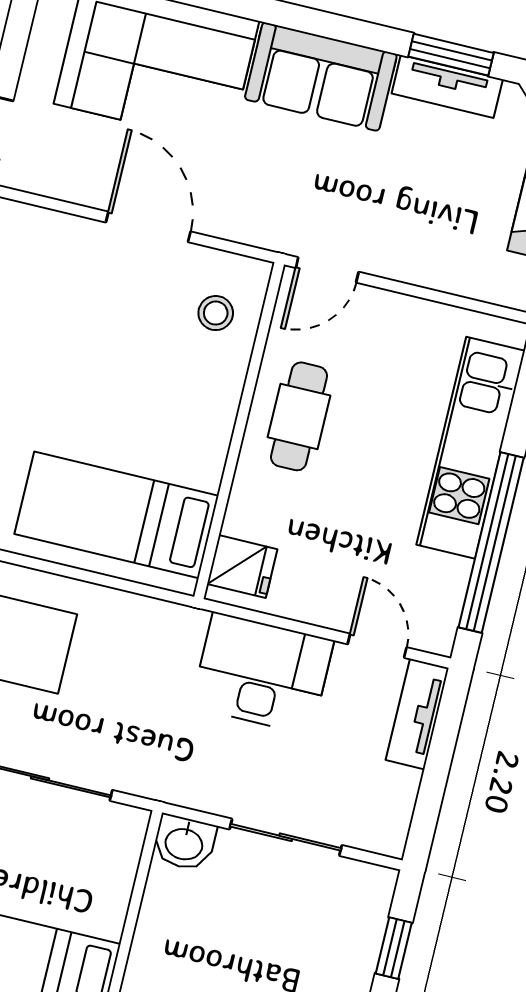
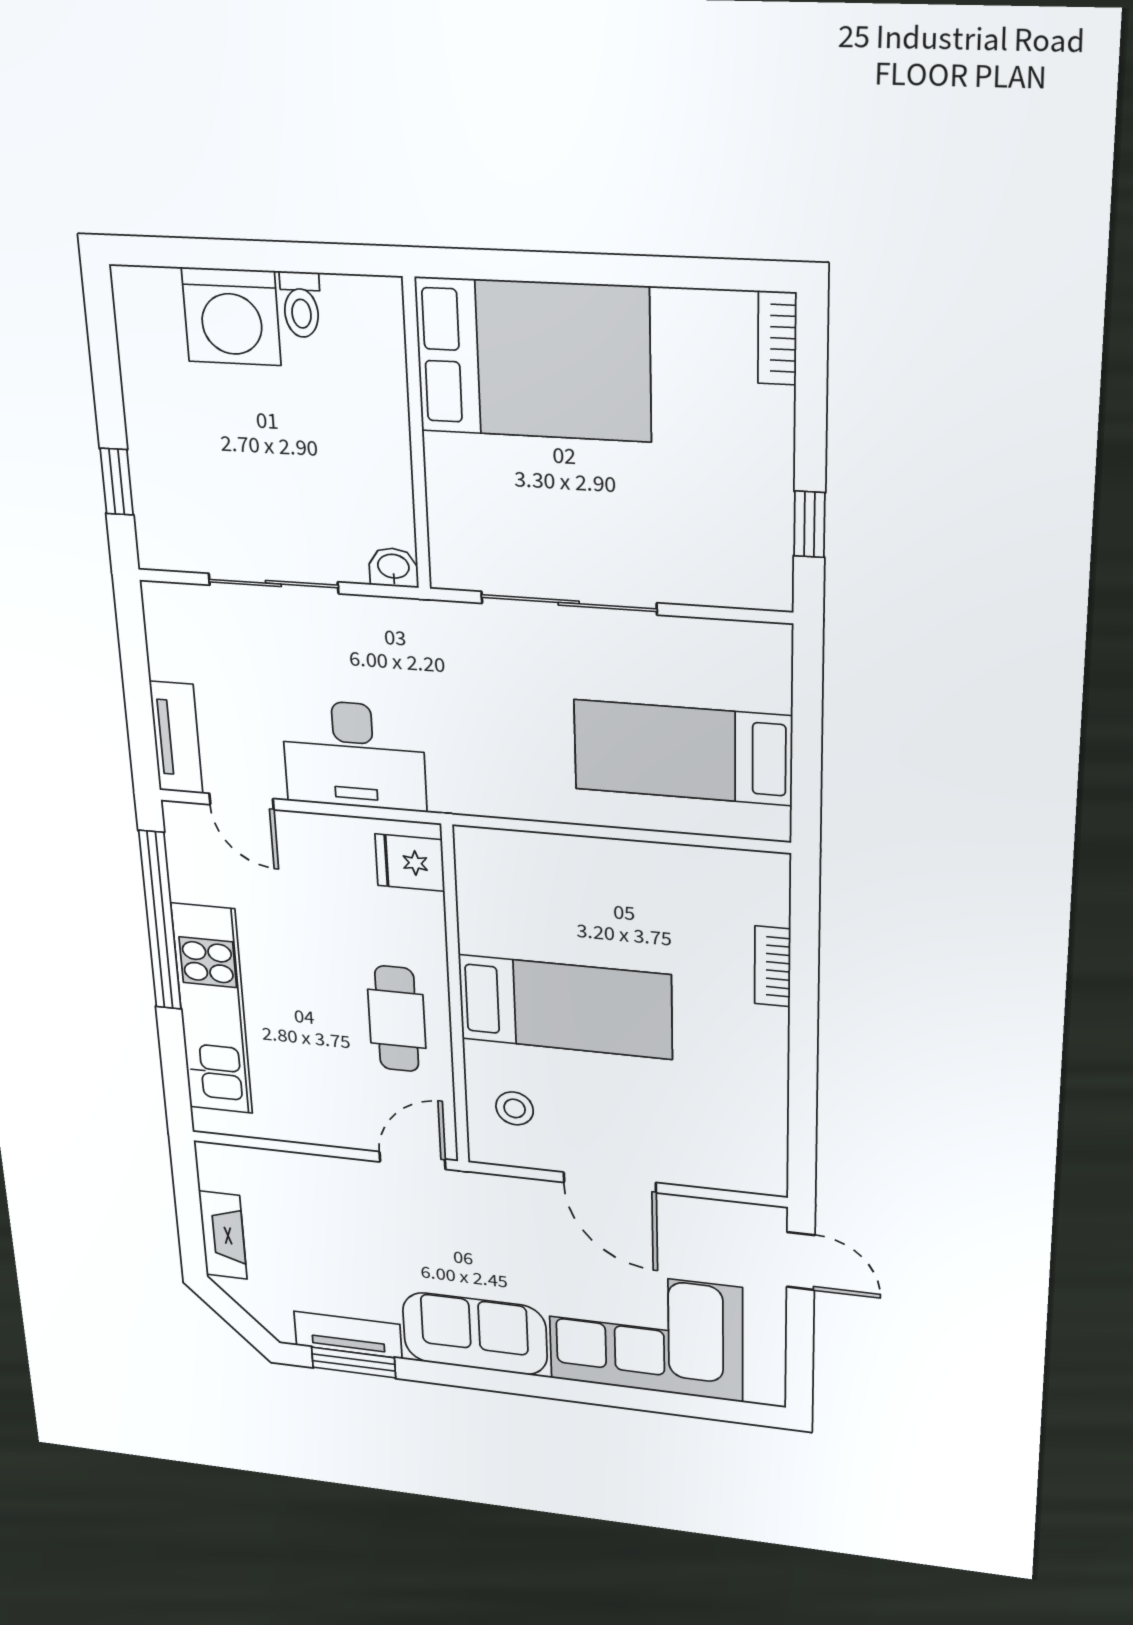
bed: (117, 515) -> (565, 1007), moved
washbasin: (184, 843) -> (393, 567), width x0.72, depth x0.69

